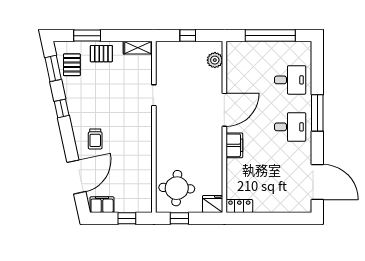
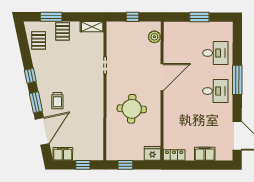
window: (270, 36) -> (199, 17), width x0.47
pallet: (101, 54) -> (63, 31), turned 90
window: (53, 68) -> (36, 102), moved
filing cabinet: (234, 145) -> (205, 154), moved, turned -90
round table: (177, 188) -> (132, 109), moved

